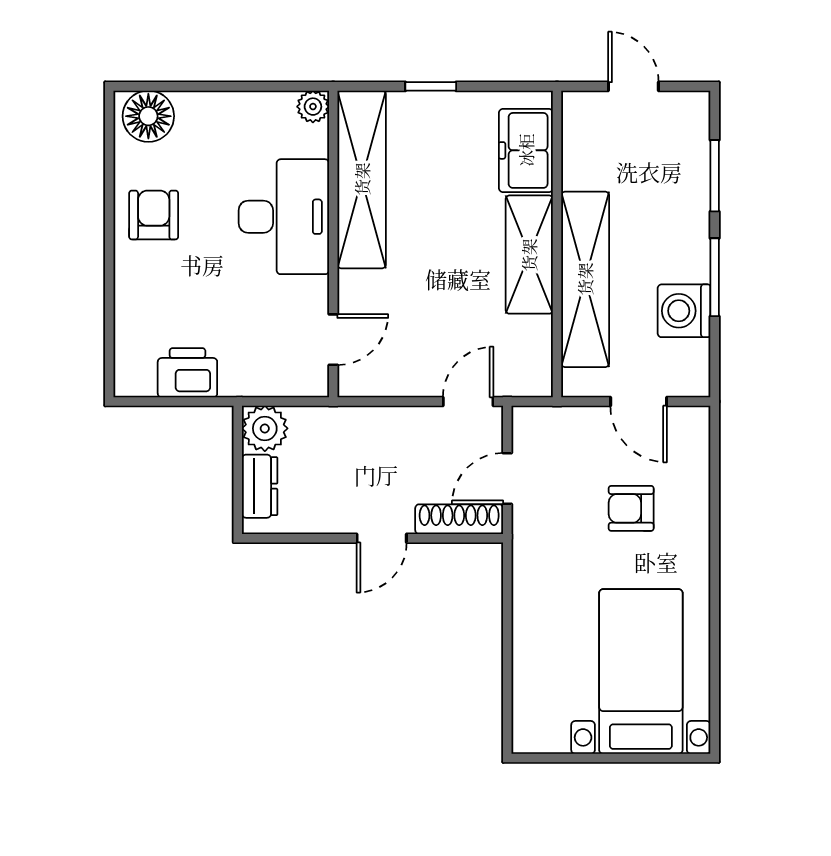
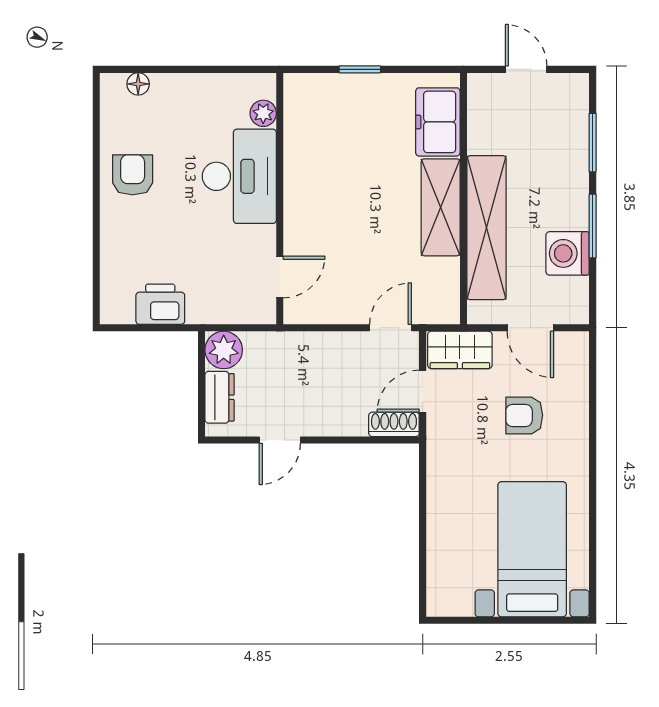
plant: (313, 107) -> (263, 113), moved
floor lamp: (148, 116) -> (138, 84), width x0.53, depth x0.53
shelving: (362, 179) -> (303, 146), removed
wardrobe: (553, 428) -> (460, 350), added
shoe rack: (459, 519) -> (394, 424), width x0.70
door: (382, 538) -> (280, 440), moved

